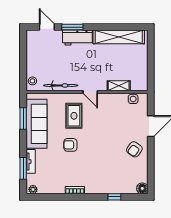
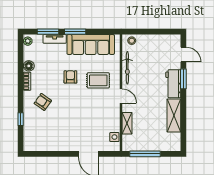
door: (47, 27) -> (183, 54), hinge flipped
shelving: (119, 37) -> (174, 115), width x0.68
window: (151, 67) -> (145, 154), added
door: (90, 92) -> (121, 96), swing flipped
window: (23, 119) -> (75, 32), moved
armchair: (134, 149) -> (43, 102), moved
floor lamp: (142, 188) -> (29, 66), moved

